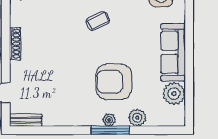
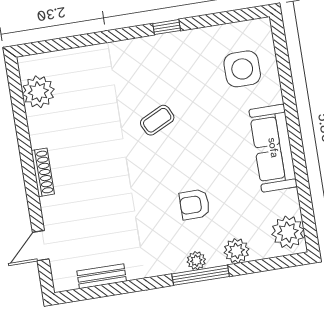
armchair: (114, 82) -> (195, 204), width x0.53, depth x0.53
plant: (174, 94) -> (288, 232), moved
bench: (26, 120) -> (102, 276), moved

